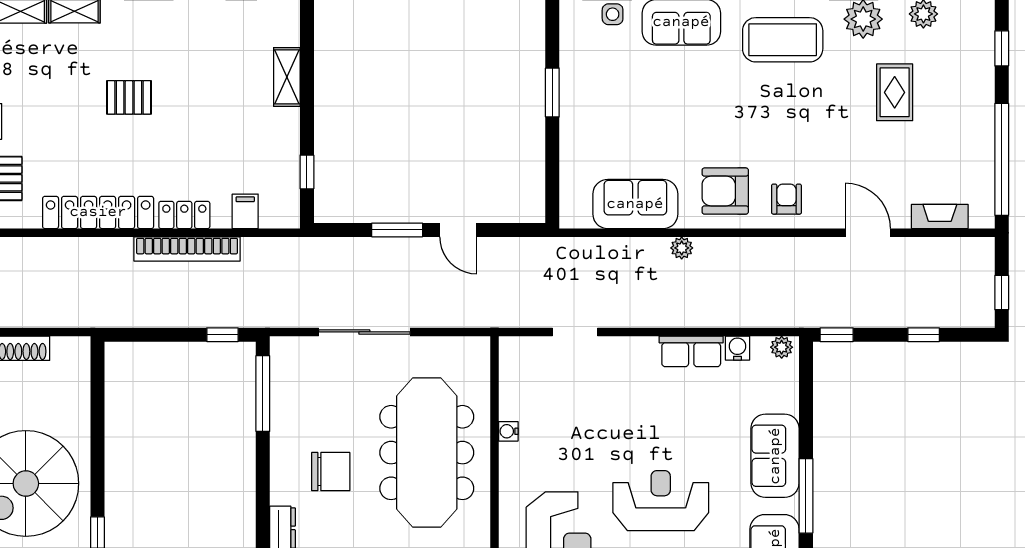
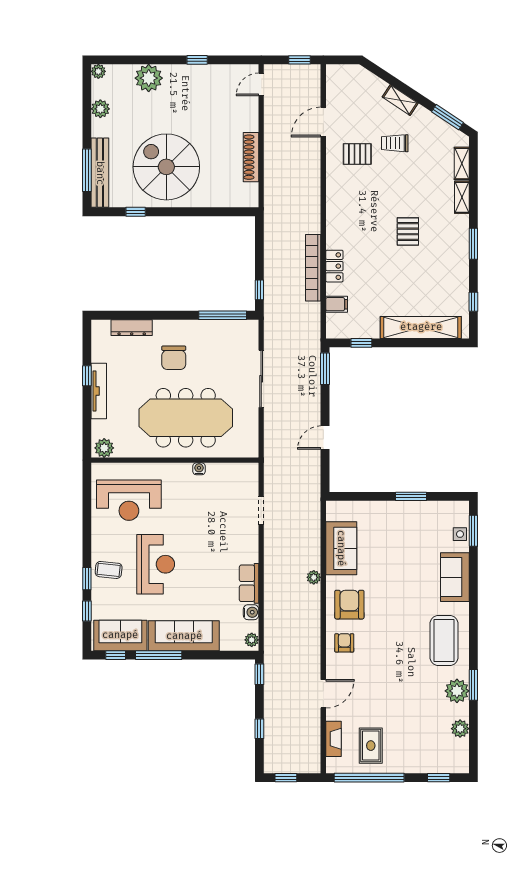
shelving: (287, 77) -> (421, 327), width x2.20, depth x1.33
rug: (895, 92) -> (371, 746), moved, turned 90
armchair: (786, 199) -> (344, 643), turned -90
locker: (98, 212) -> (336, 212), removed
window: (397, 230) -> (325, 369), moved
sofa: (775, 456) -> (184, 636), width x1.36

